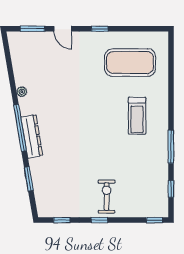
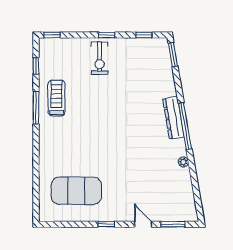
treadmill: (137, 116) -> (57, 98), moved
window: (29, 179) -> (173, 55), moved

